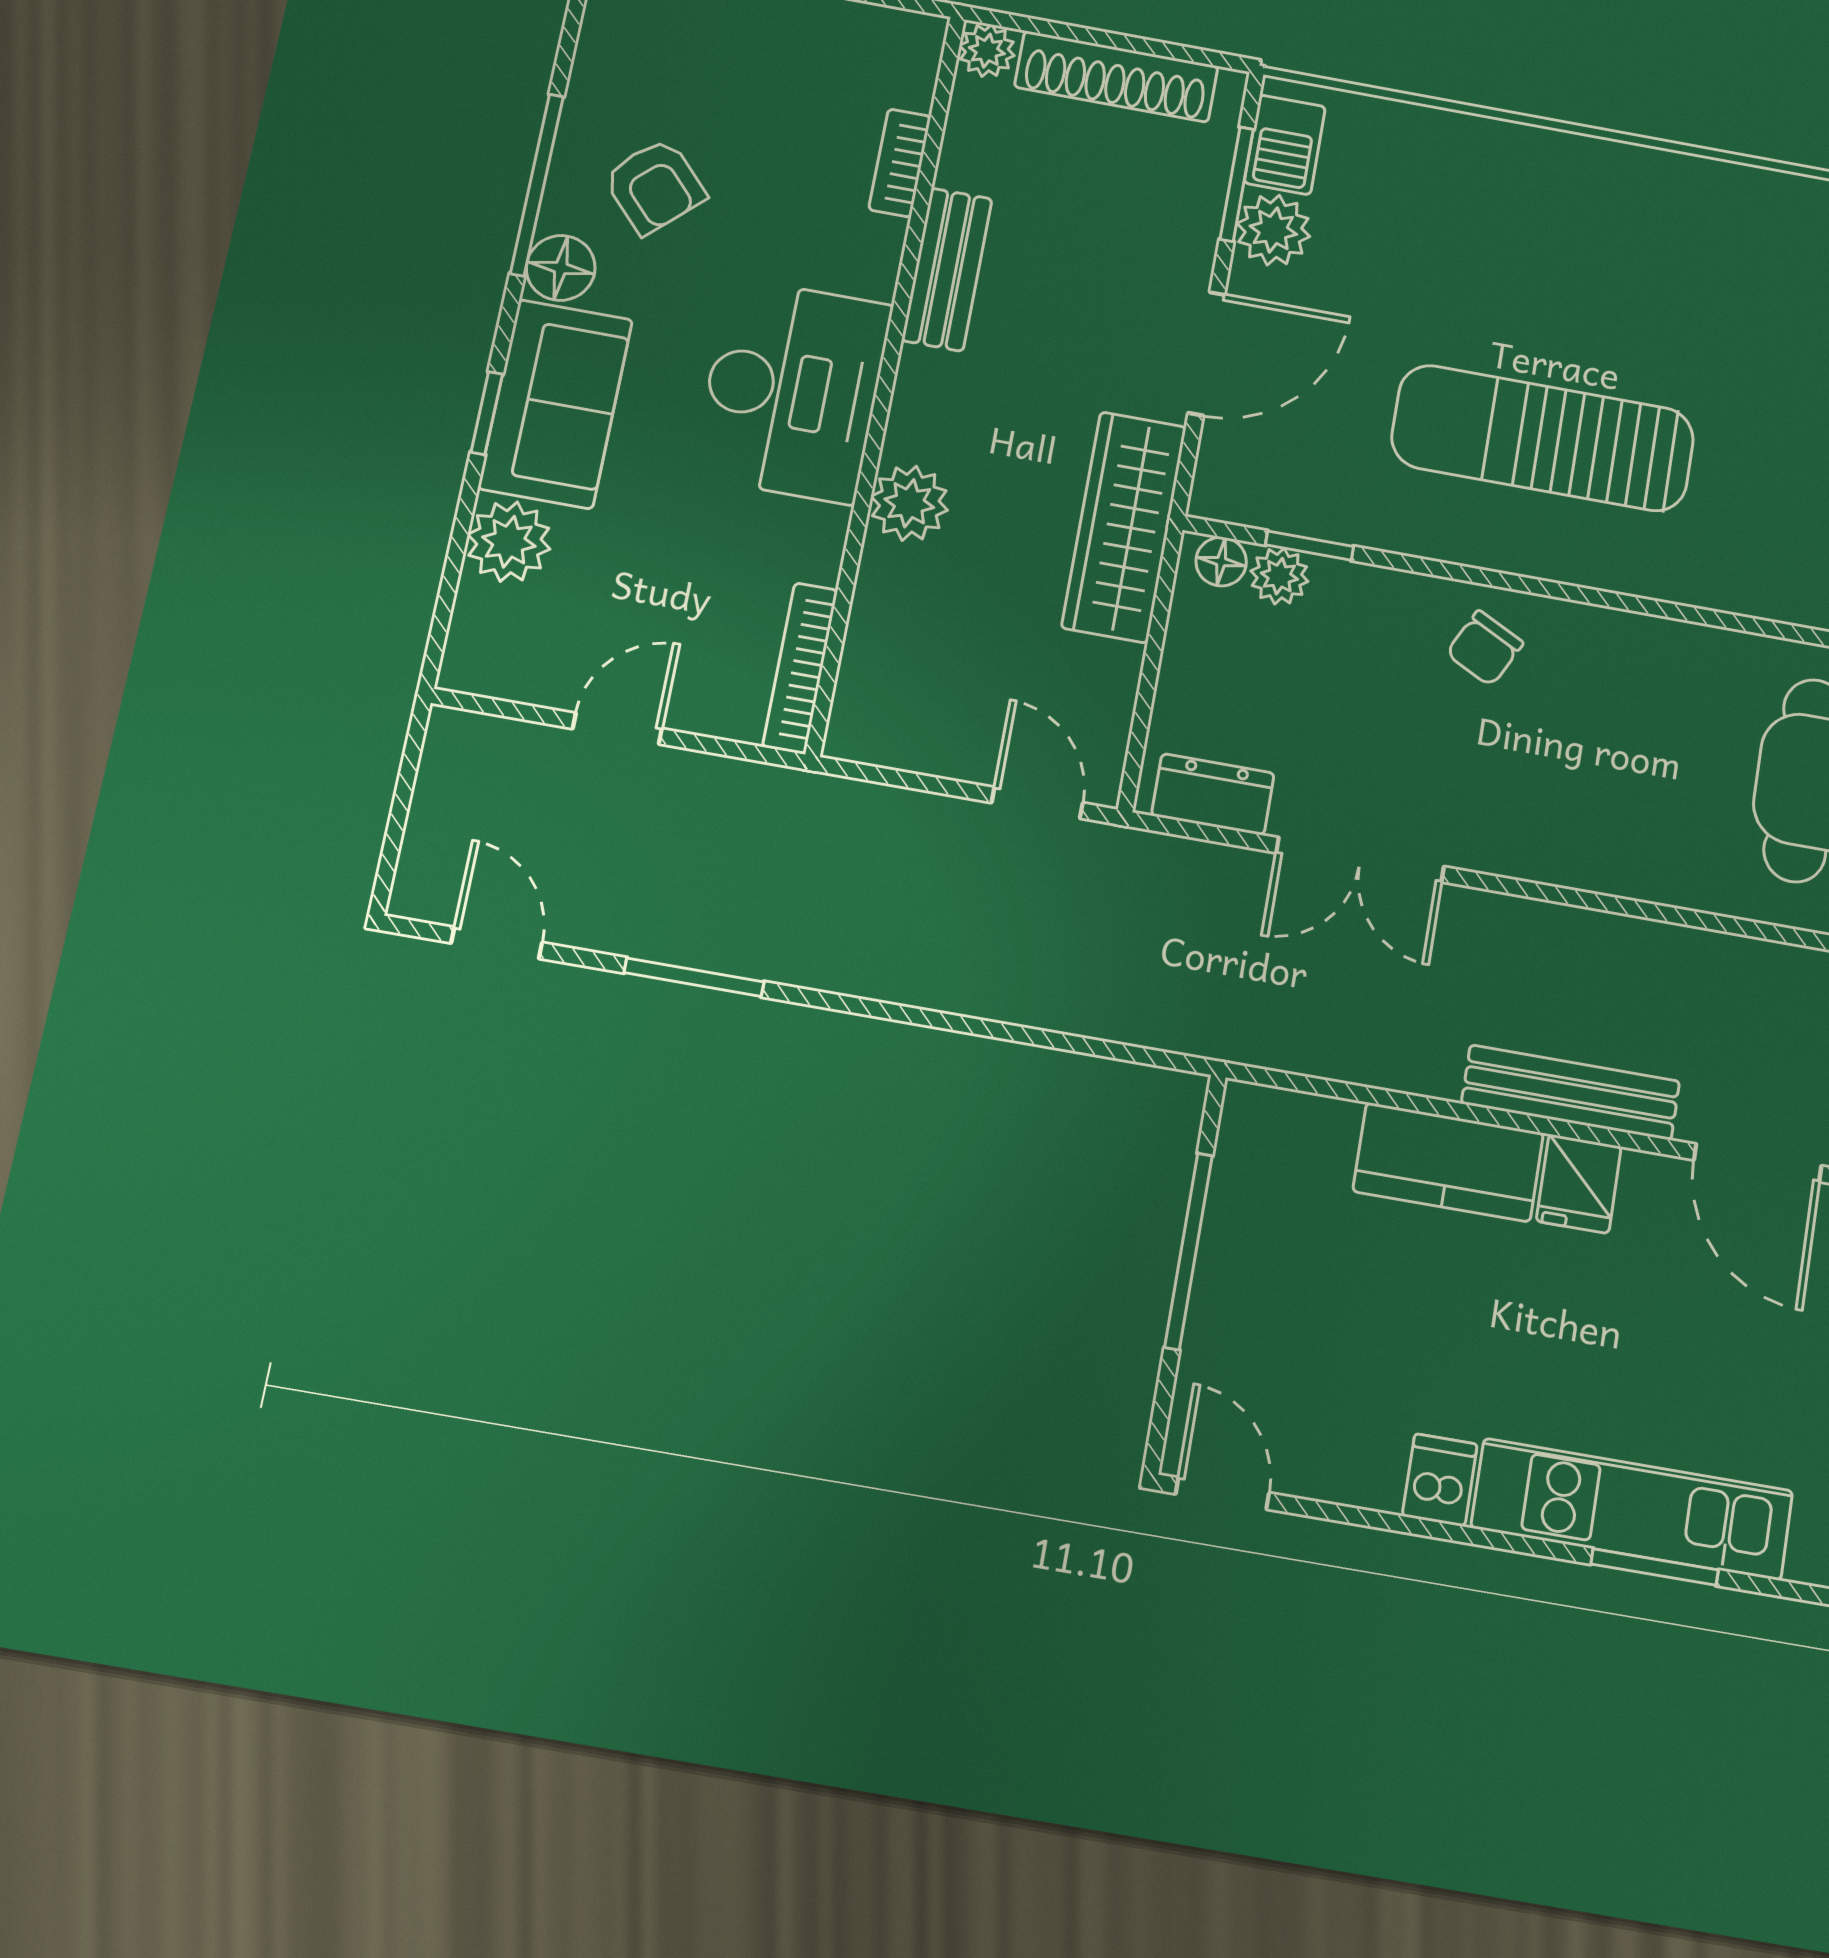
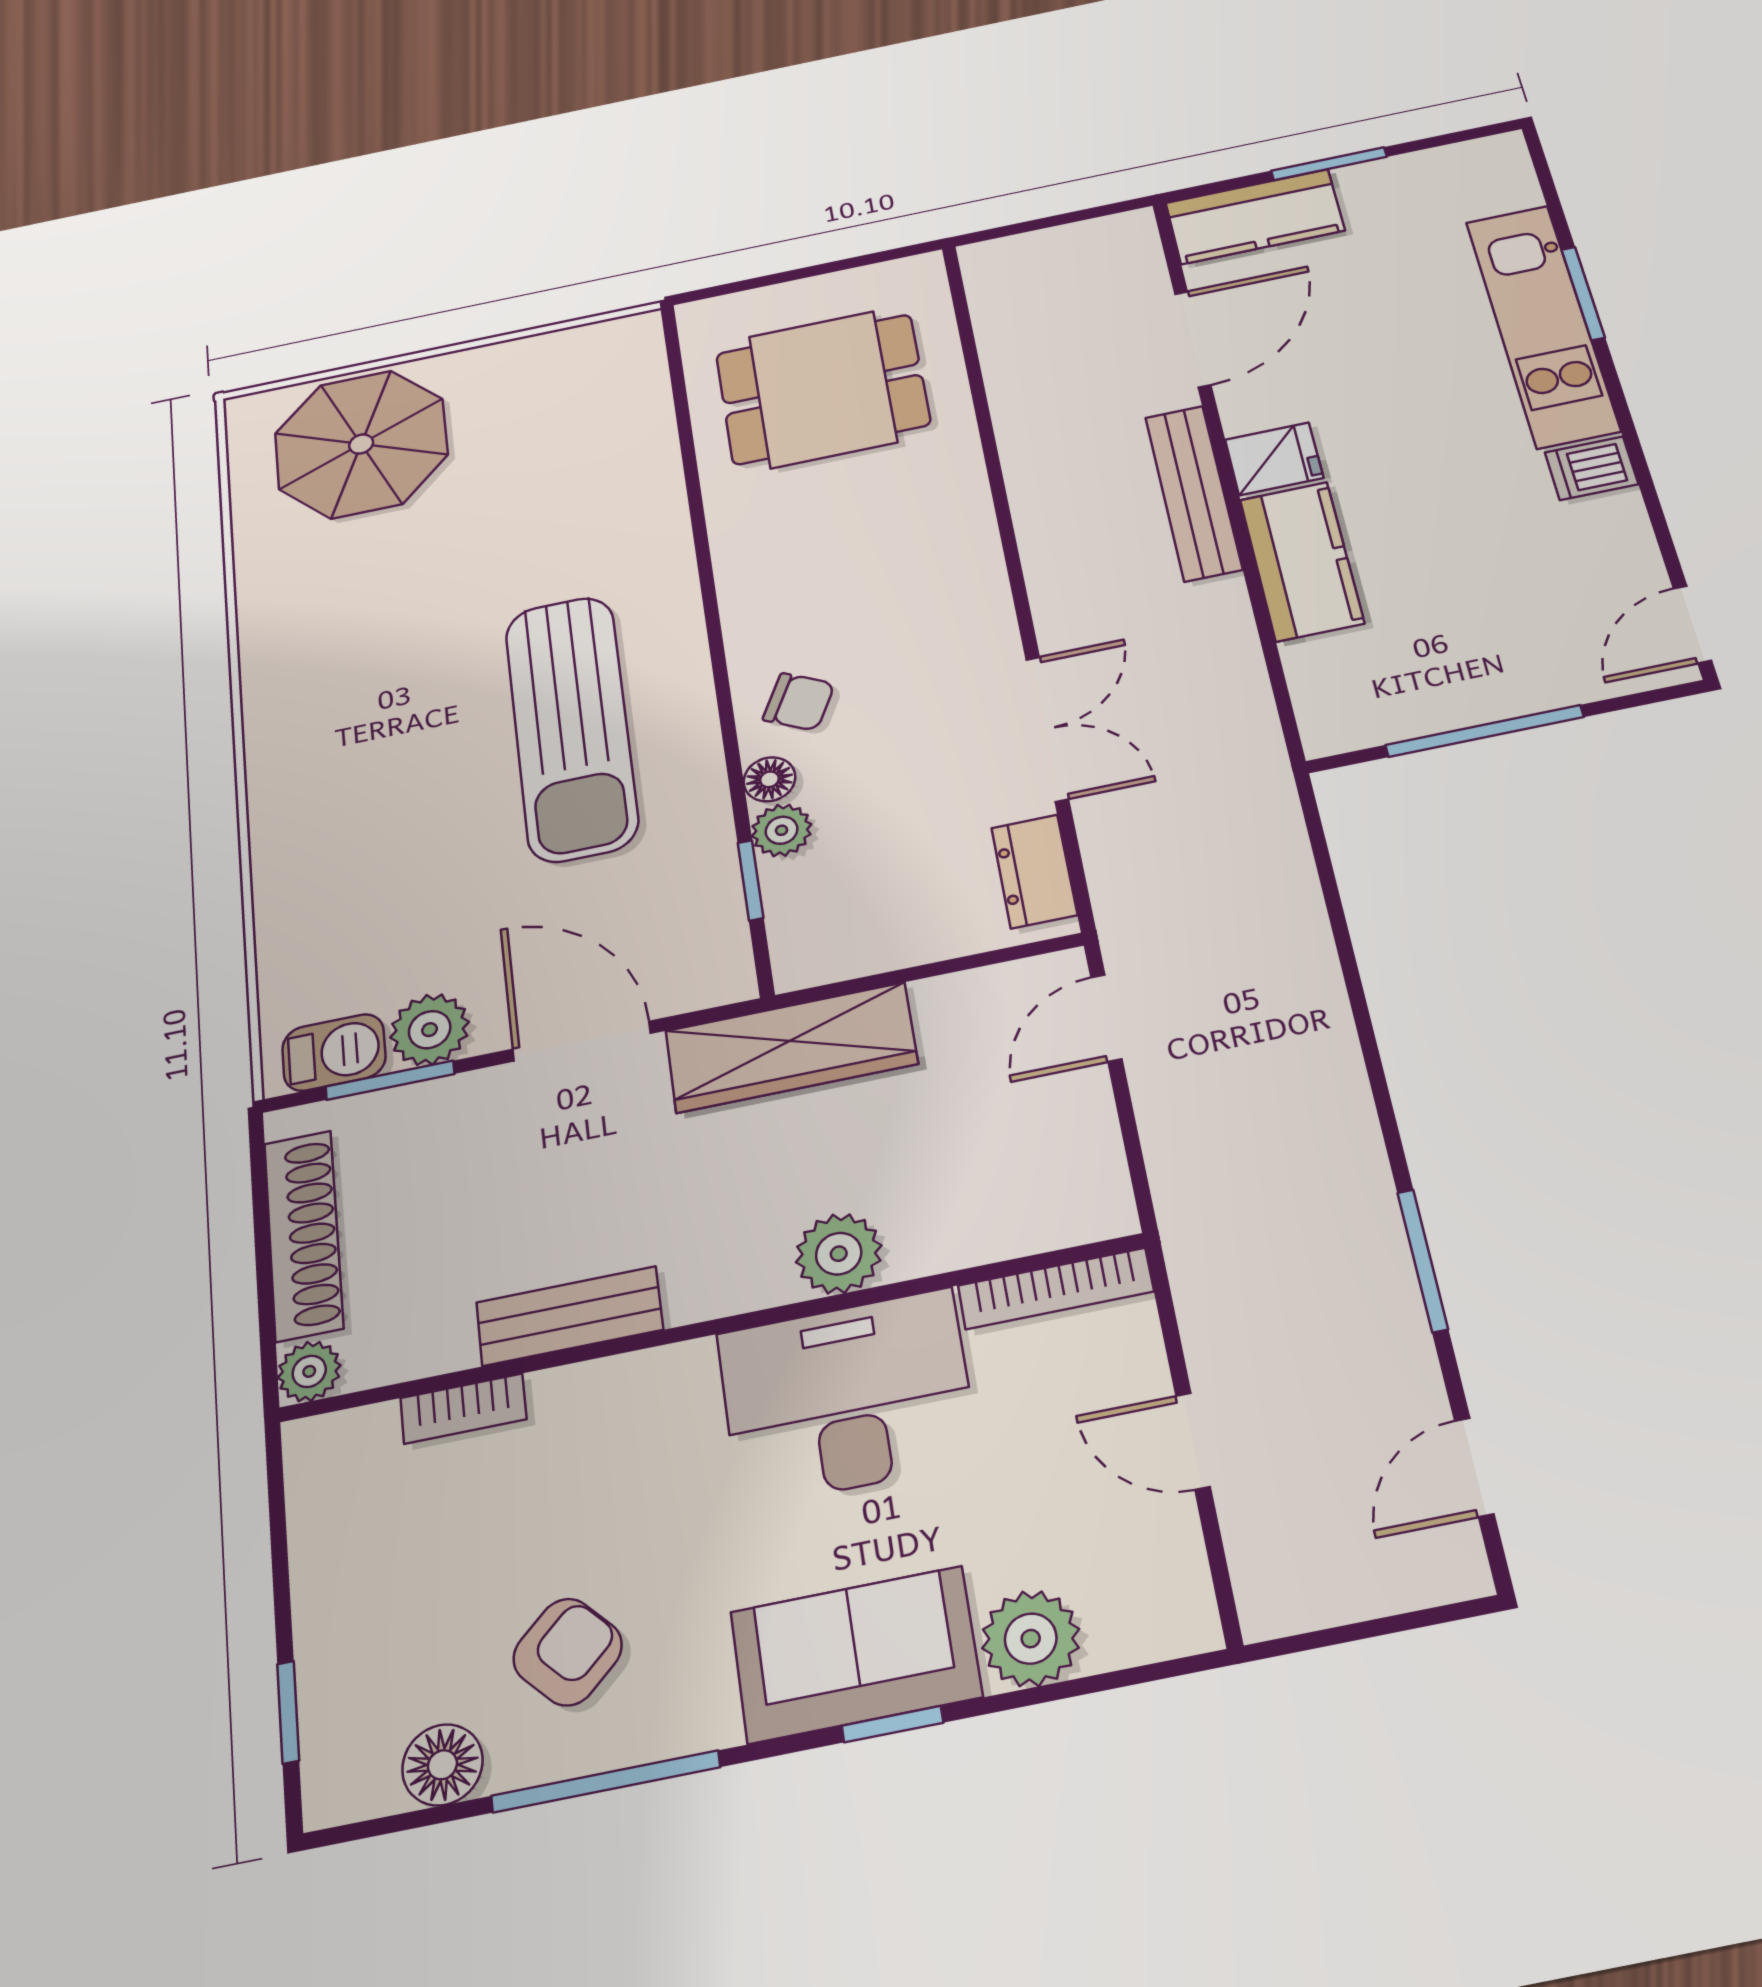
floor lamp: (561, 268) -> (442, 1765), moved
desk: (792, 391) -> (847, 1397), moved
floor lamp: (1221, 562) -> (769, 779), moved
plant: (1279, 576) -> (782, 830), moved

